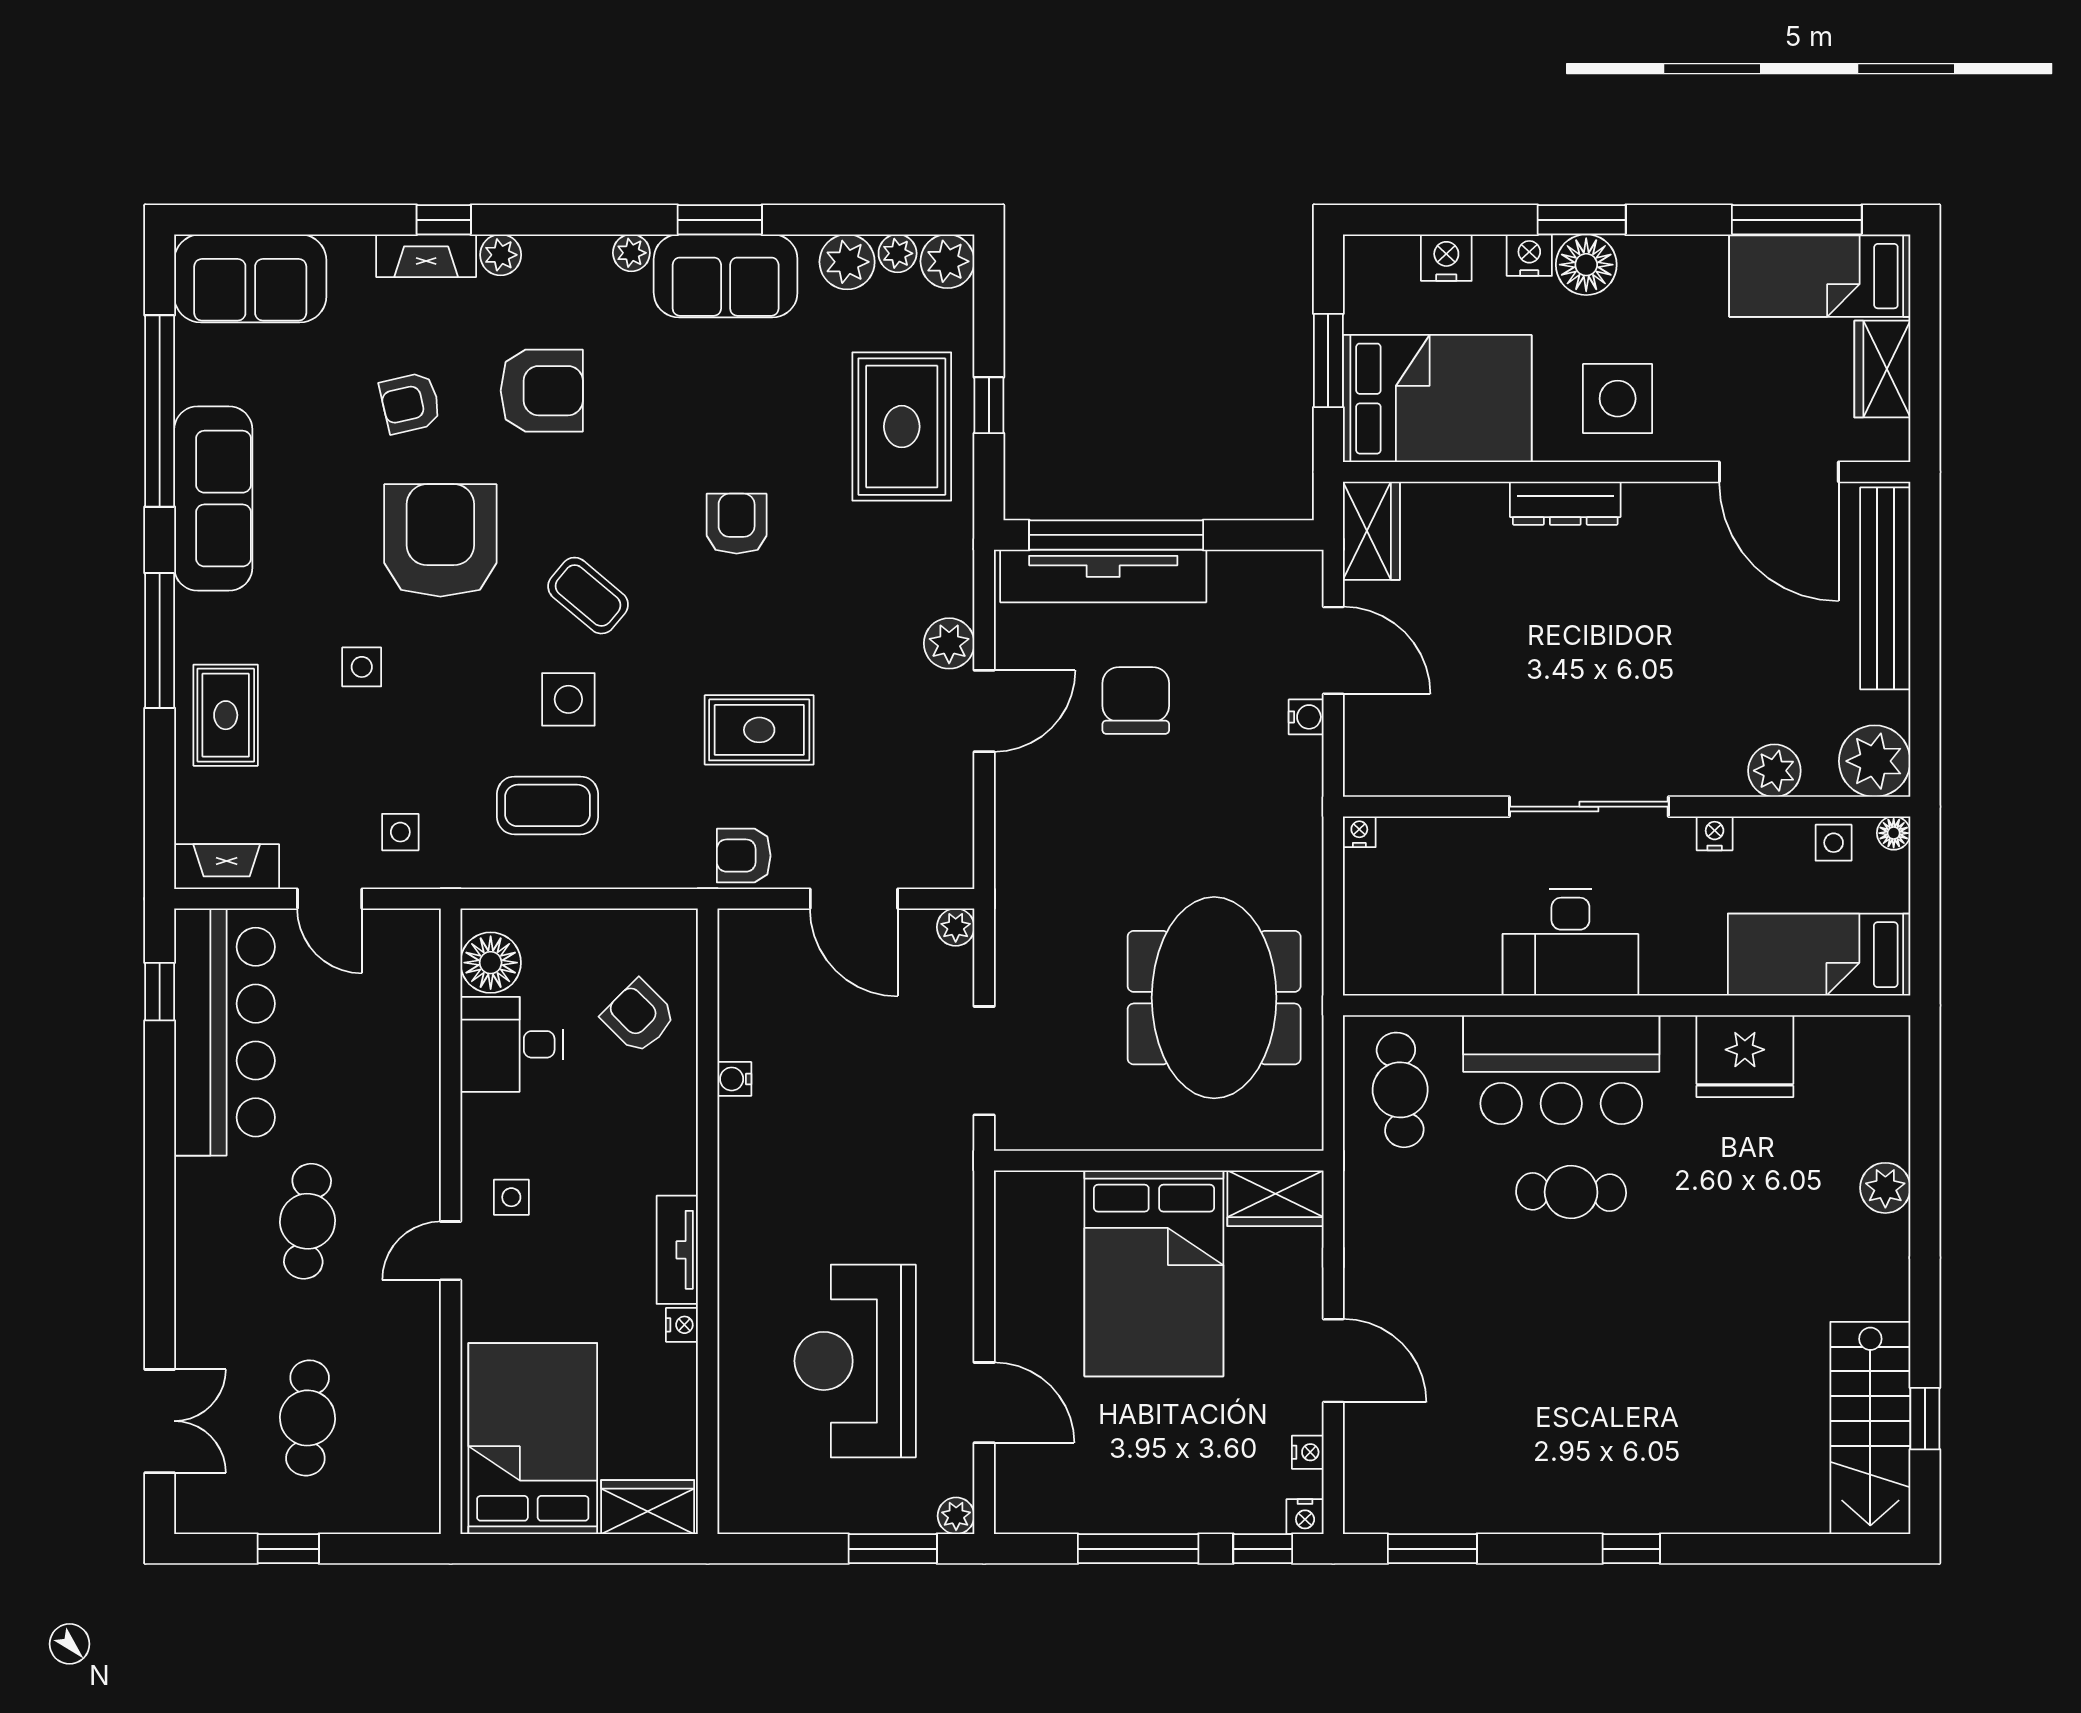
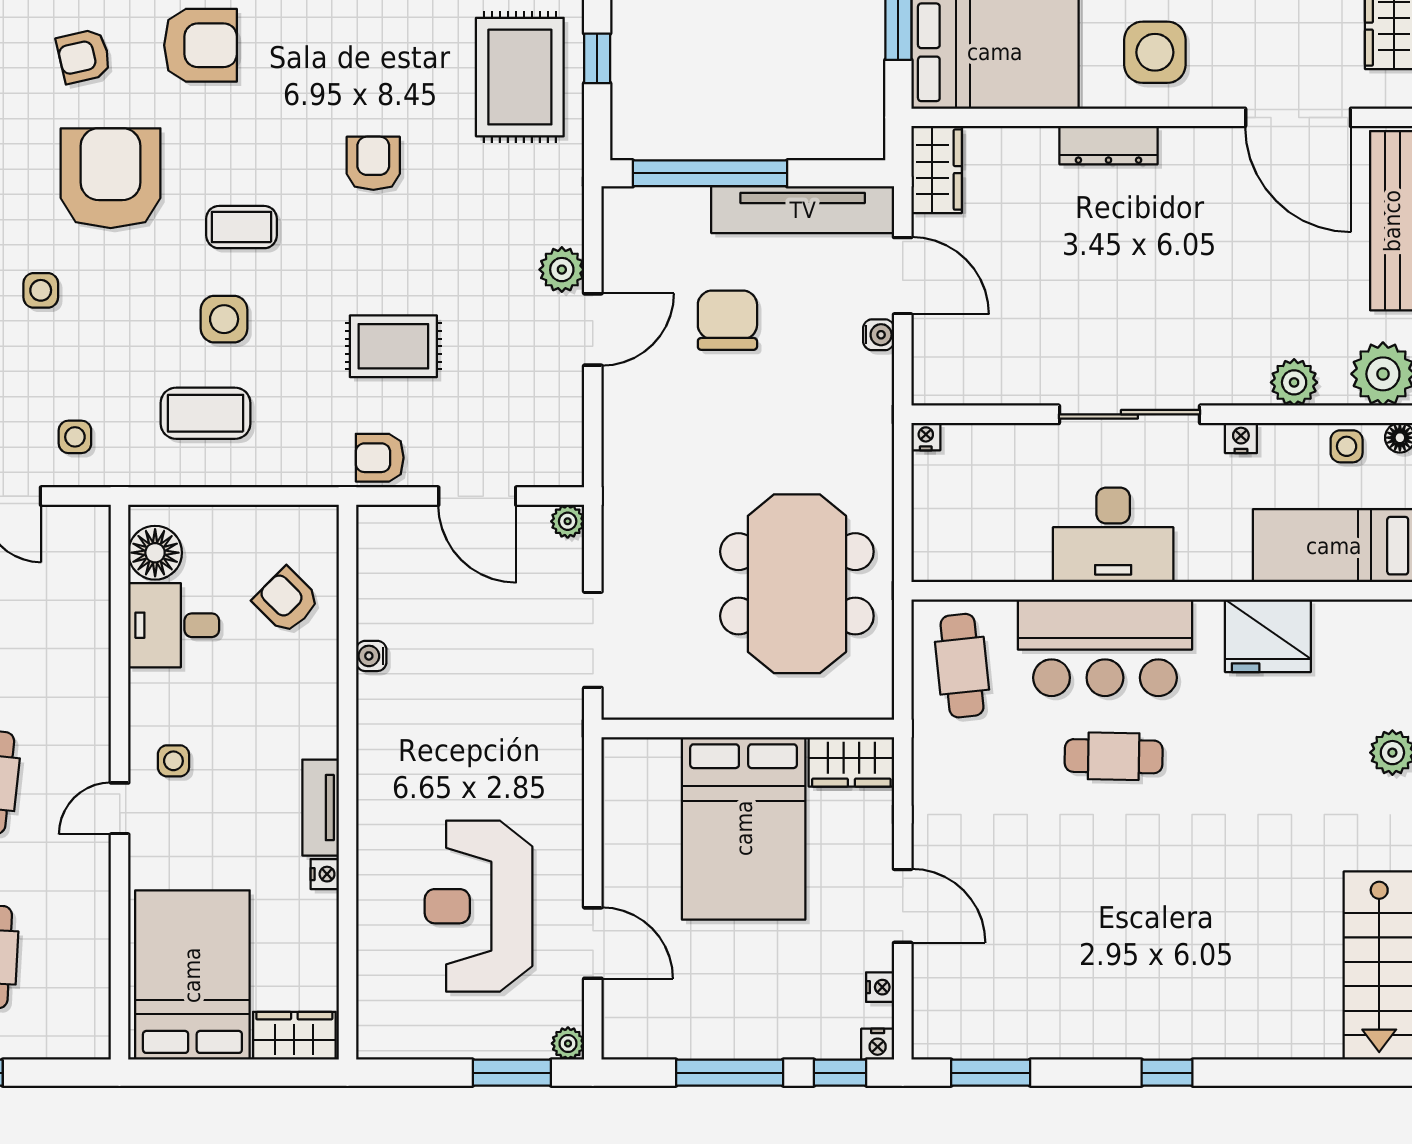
tv unit: (1103, 576) -> (803, 210), moved
coffee table: (588, 596) -> (241, 227), turned -40

